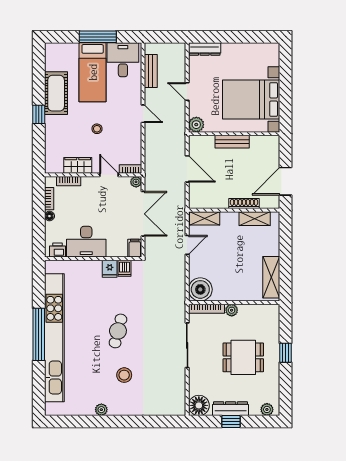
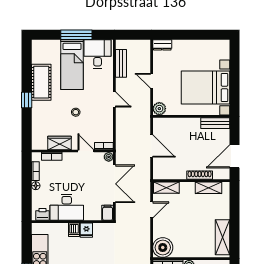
dresser: (205, 49) -> (162, 45), width x0.70
bench: (232, 142) -> (215, 123), moved
dishwasher: (124, 268) -> (74, 230), moved

